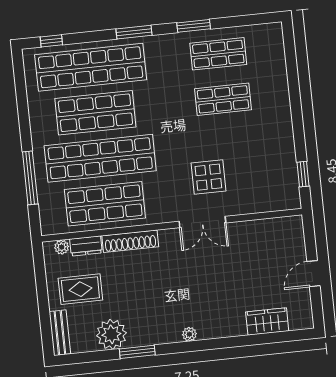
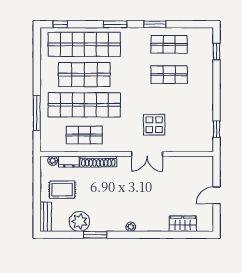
window: (291, 57) -> (216, 52), added
shop shelf: (105, 204) -> (84, 135), width x0.70, depth x0.74

